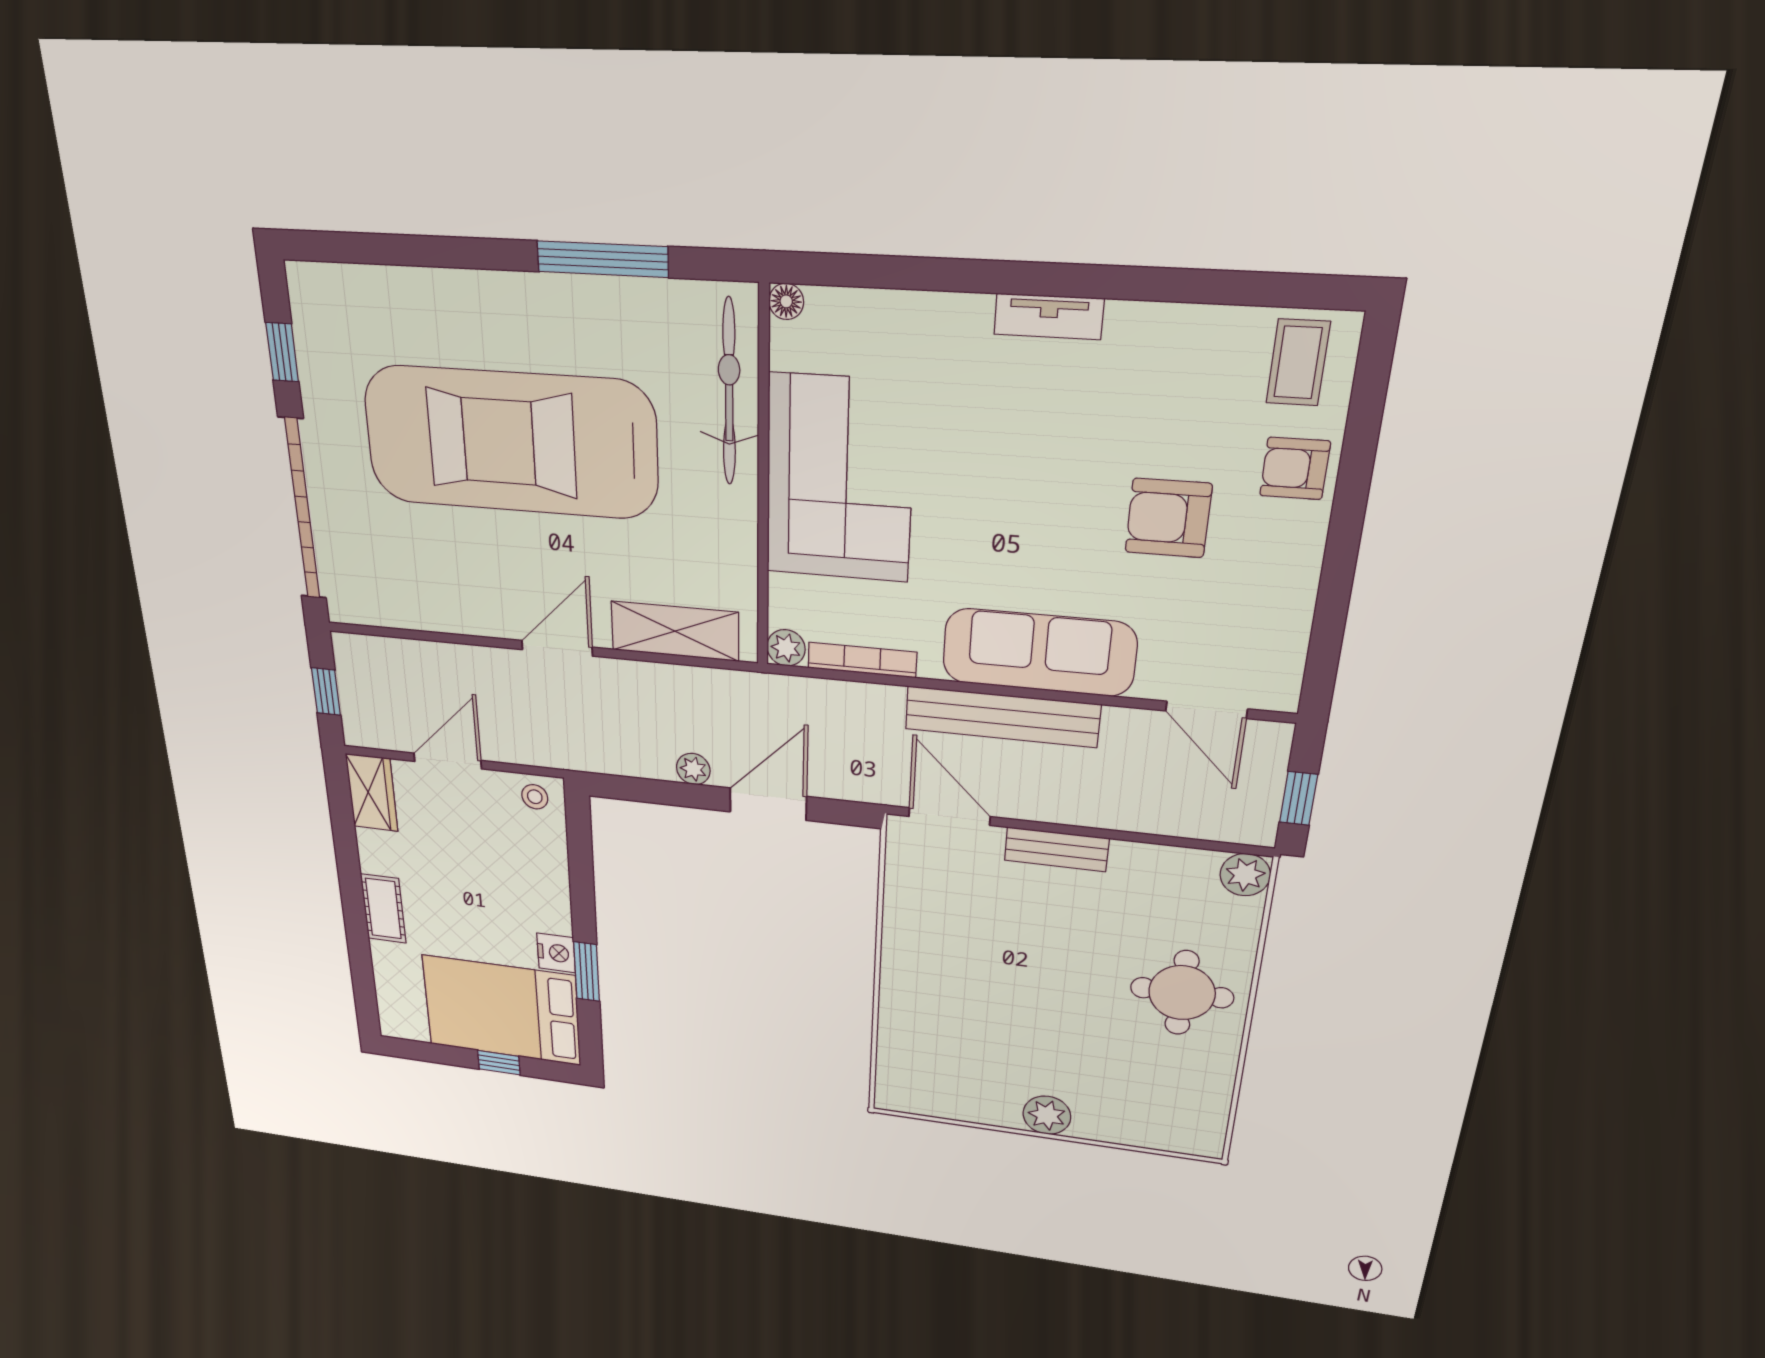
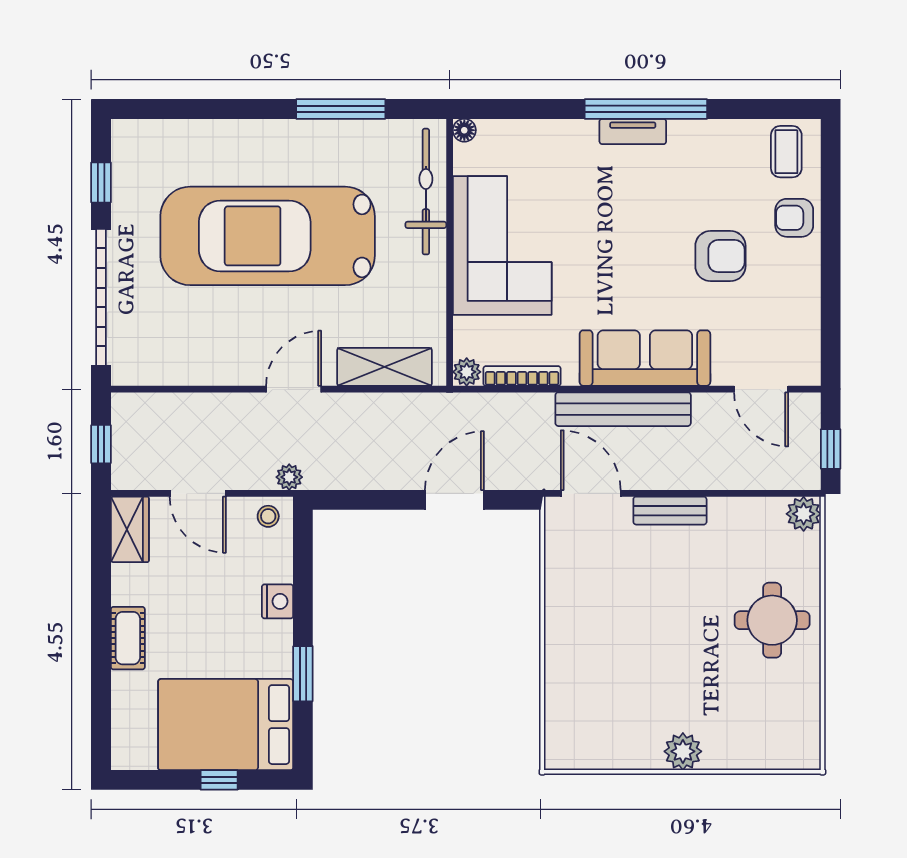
window: (1073, 280) -> (646, 109), added
armchair: (1168, 518) -> (720, 256), turned 180
door: (448, 761) -> (198, 493), swing flipped
plant: (693, 769) -> (289, 477), moved
nightstand: (556, 953) -> (278, 601), moved

